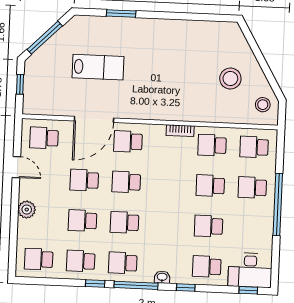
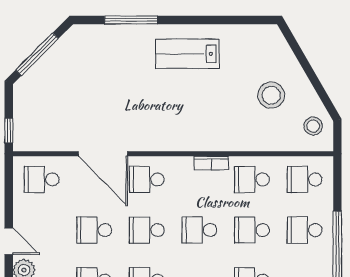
window: (121, 14) -> (131, 20), width x1.44
lab bench: (98, 67) -> (187, 54), moved, turned 180
window: (20, 84) -> (9, 130), moved
door: (94, 119) -> (103, 154), hinge flipped
door: (16, 167) -> (9, 241), moved
school desk: (168, 184) -> (199, 230), added

